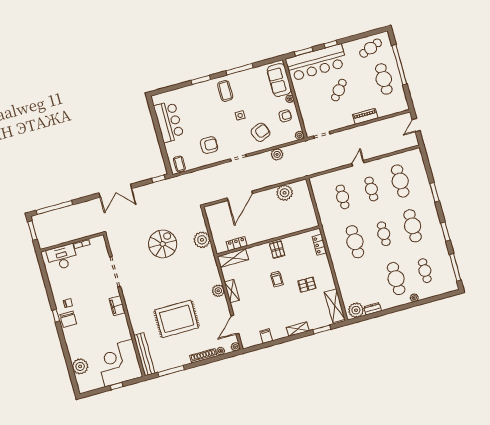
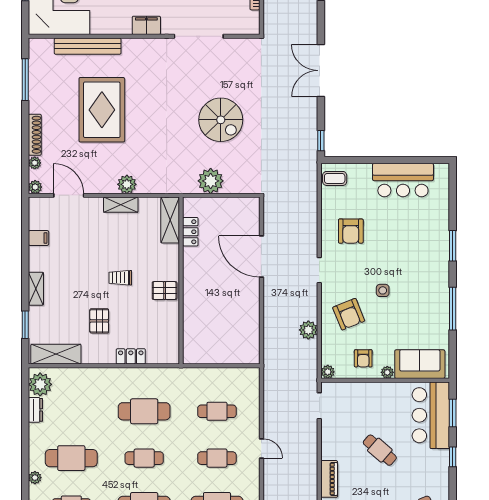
bar counter: (316, 63) -> (431, 415), width x0.73
coffee table: (225, 91) -> (426, 278), removed
plant: (285, 193) -> (247, 325), removed
locker: (319, 245) -> (131, 356), moved
bench: (144, 354) -> (88, 46), moved

